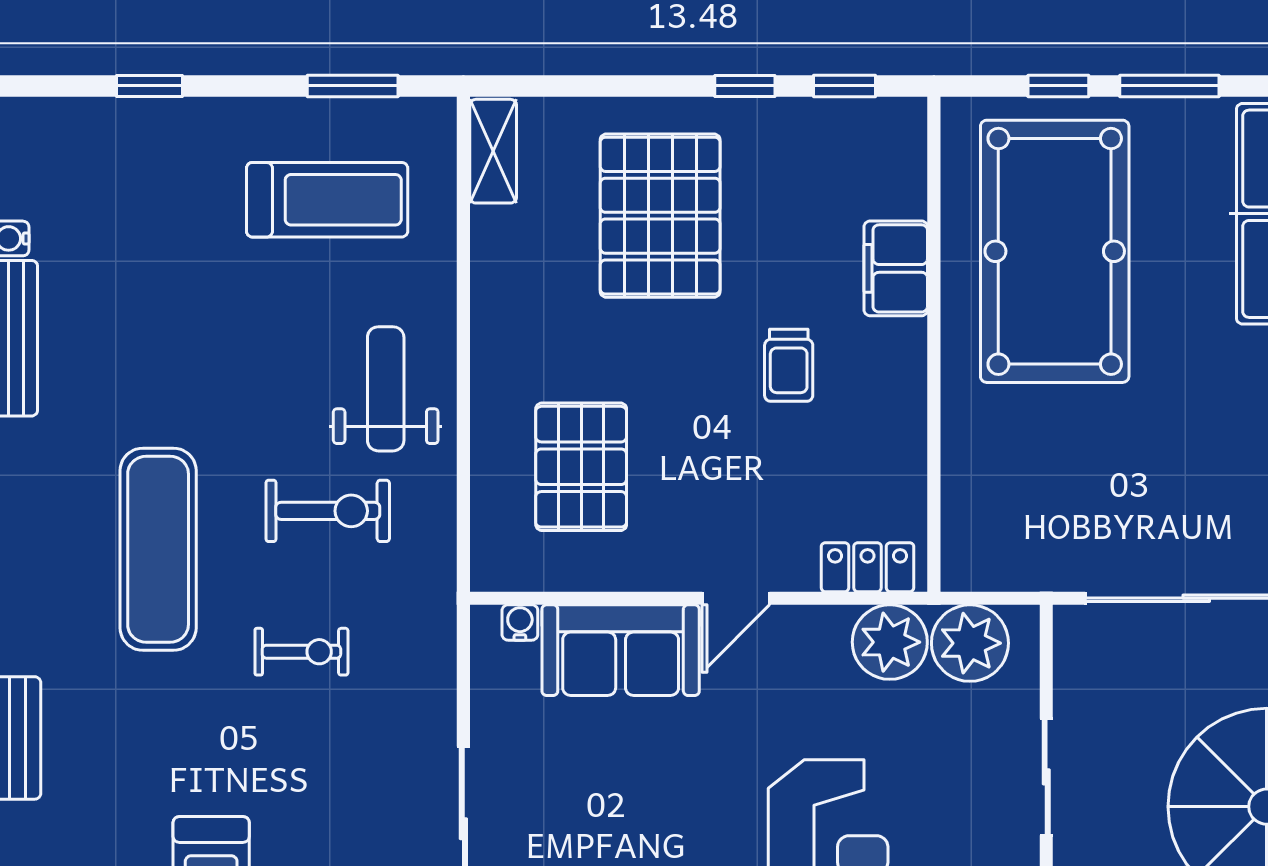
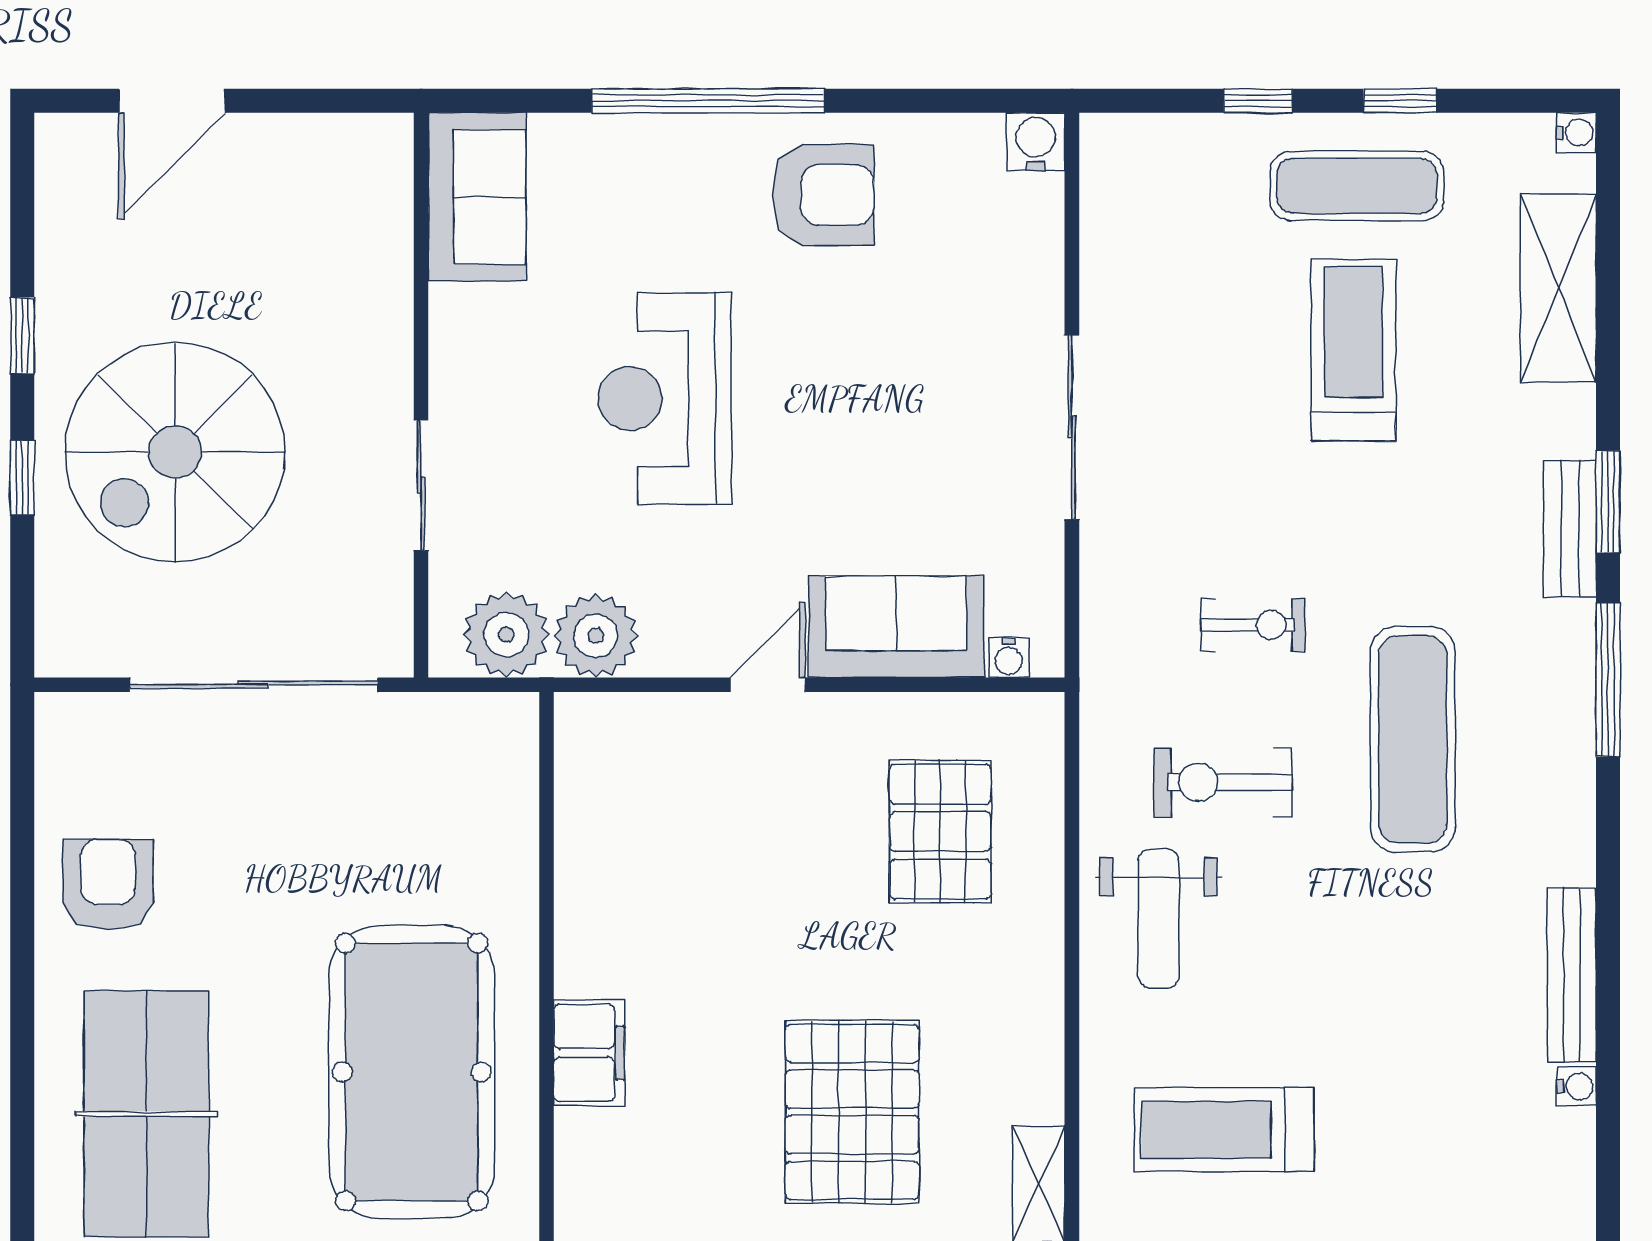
trolley: (789, 365) -> (709, 945), removed
locker: (868, 567) -> (621, 719), removed
exercise bike: (301, 652) -> (1253, 625), turned 180

